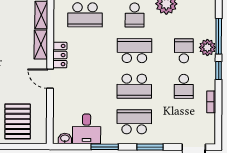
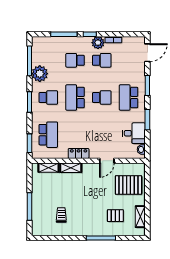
plant: (207, 47) -> (98, 43), moved
door: (50, 79) -> (107, 161), moved
school desk: (134, 86) -> (102, 97), width x0.54

